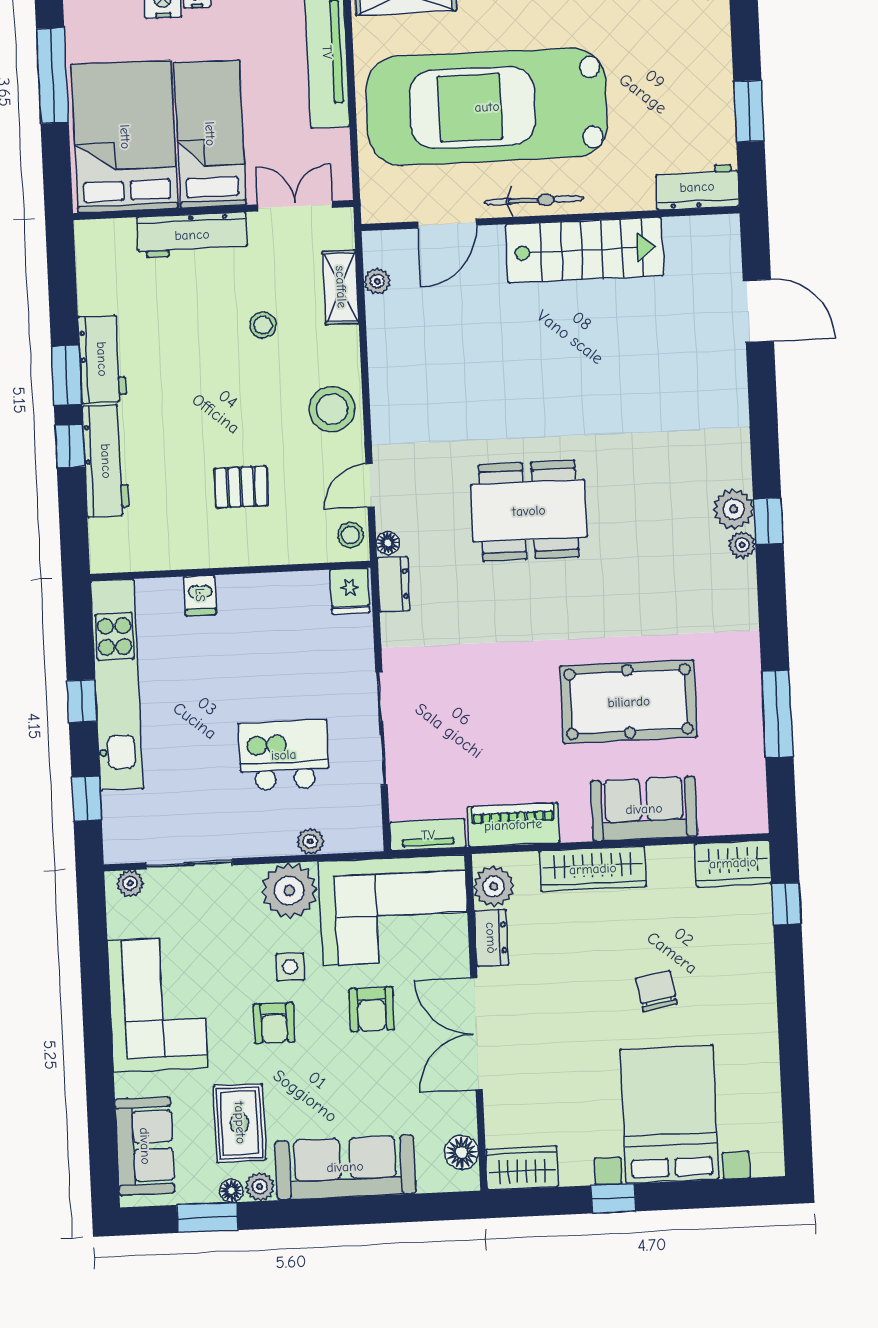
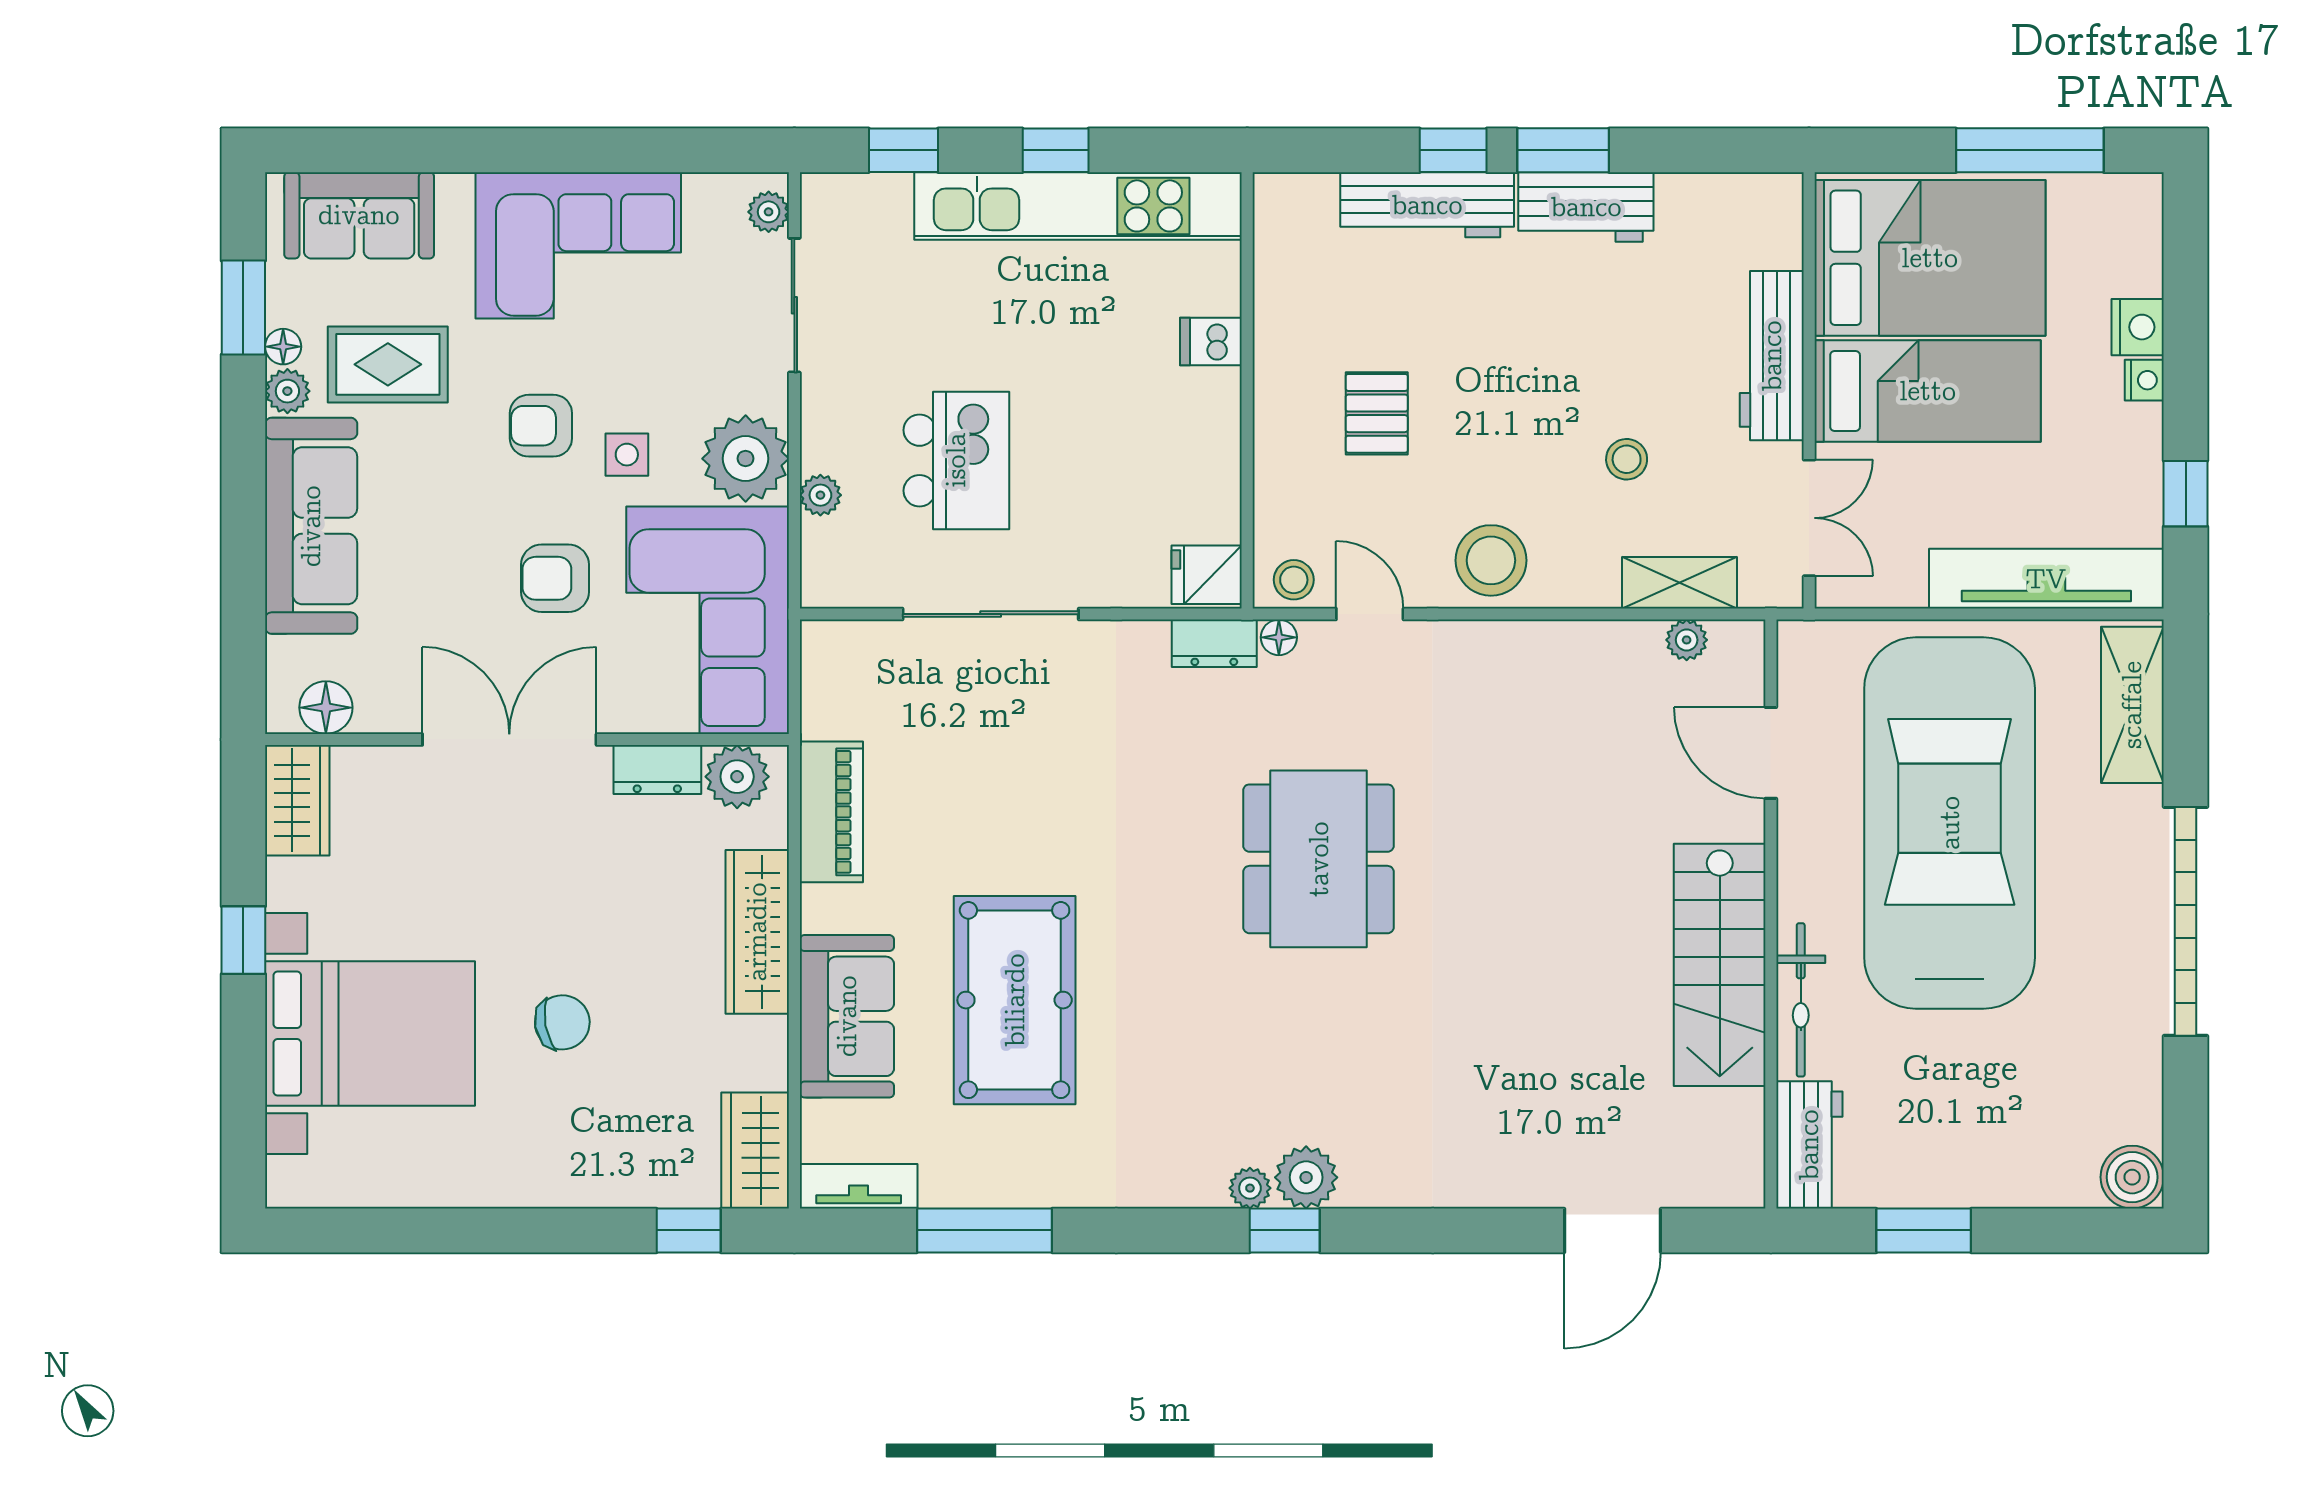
bicycle: (534, 200) -> (1801, 1000), moved
tv unit: (428, 835) -> (859, 1186), moved, turned -90

